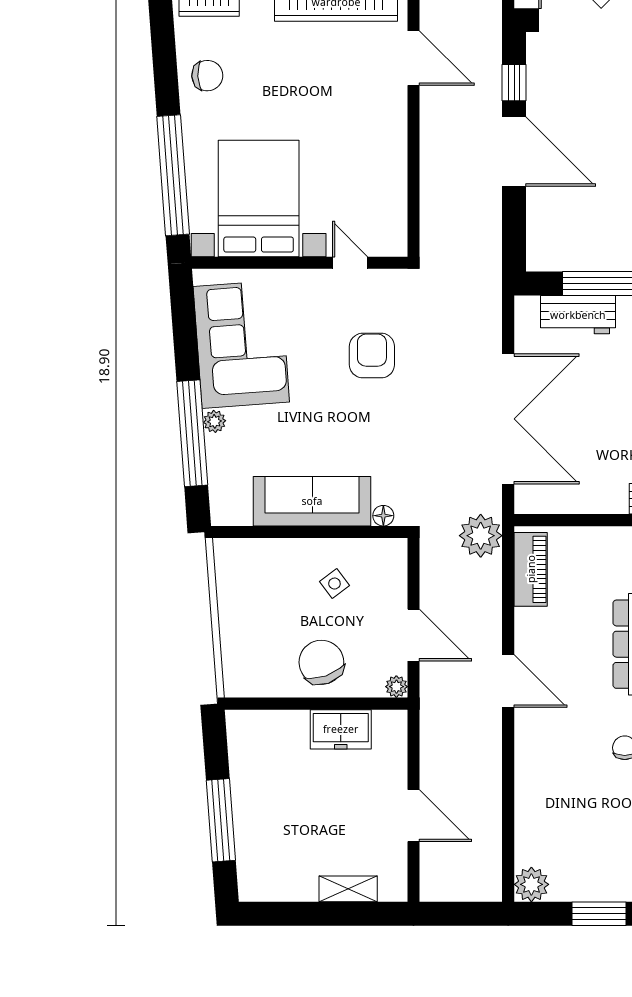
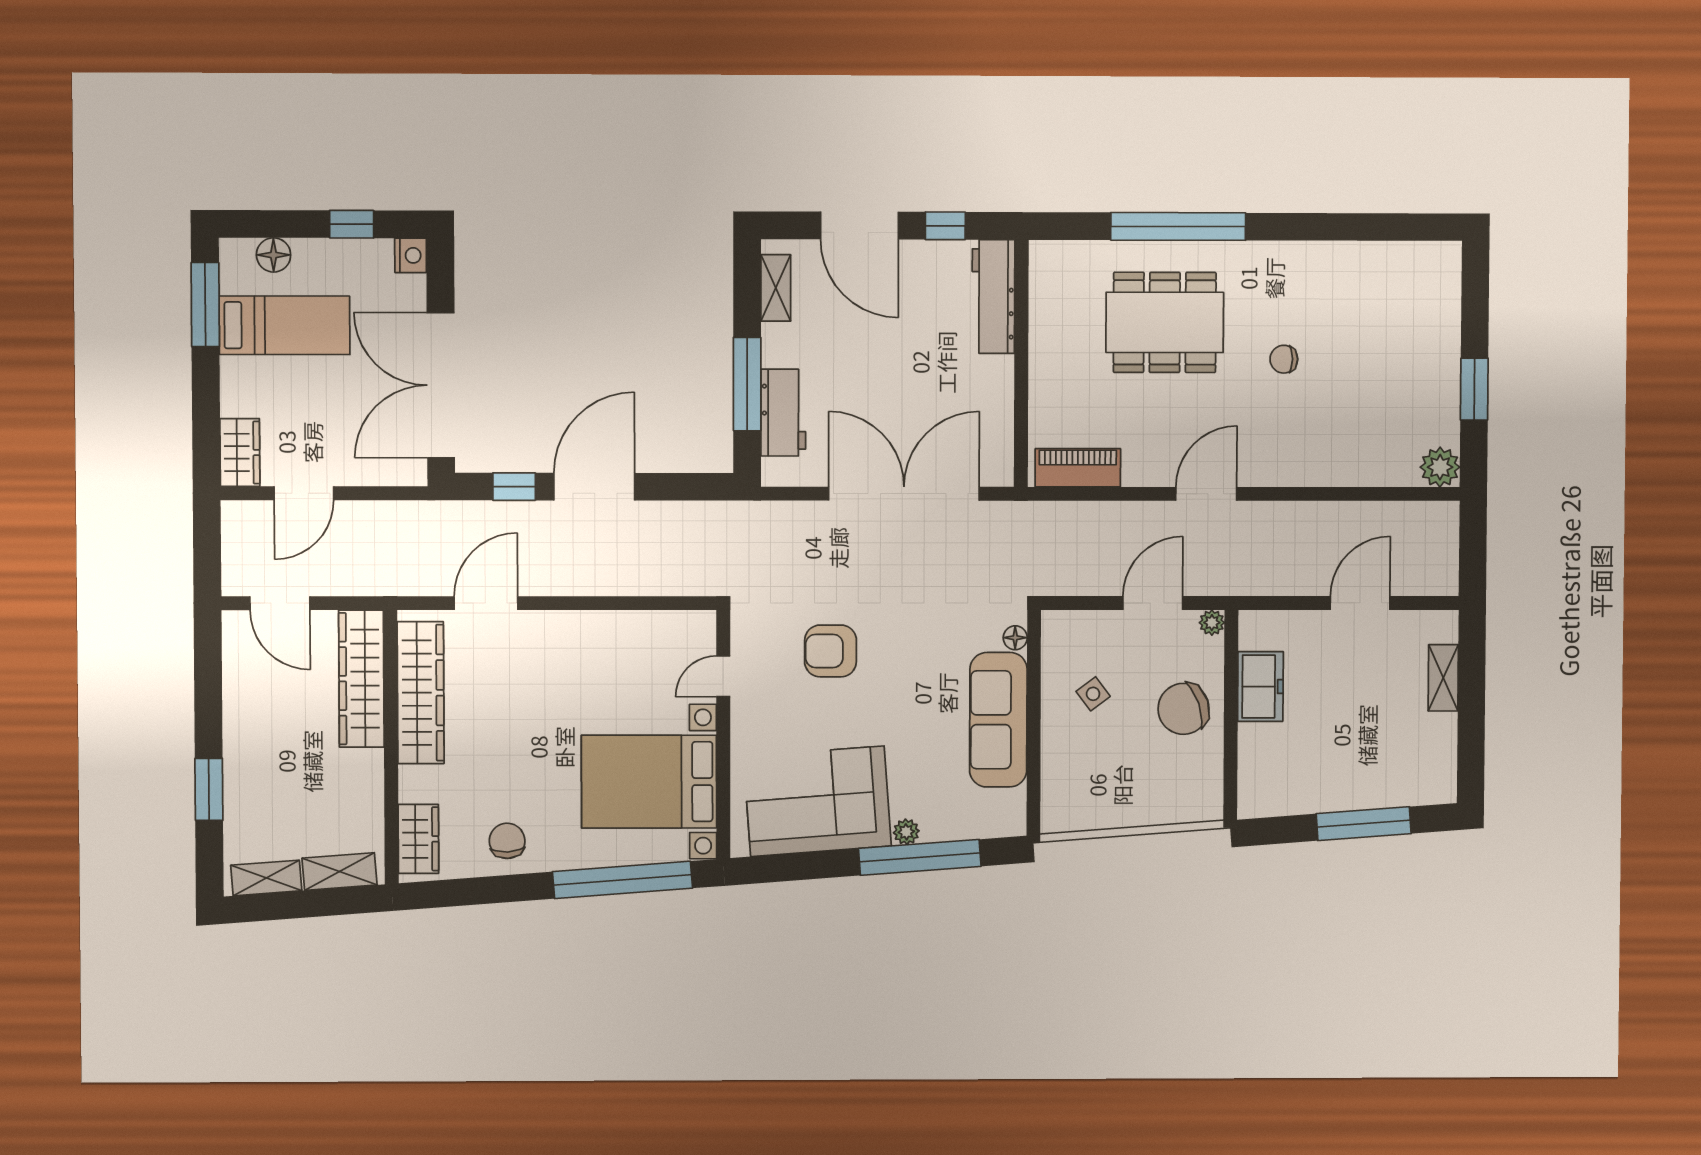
plant: (481, 536) -> (1039, 526), removed

